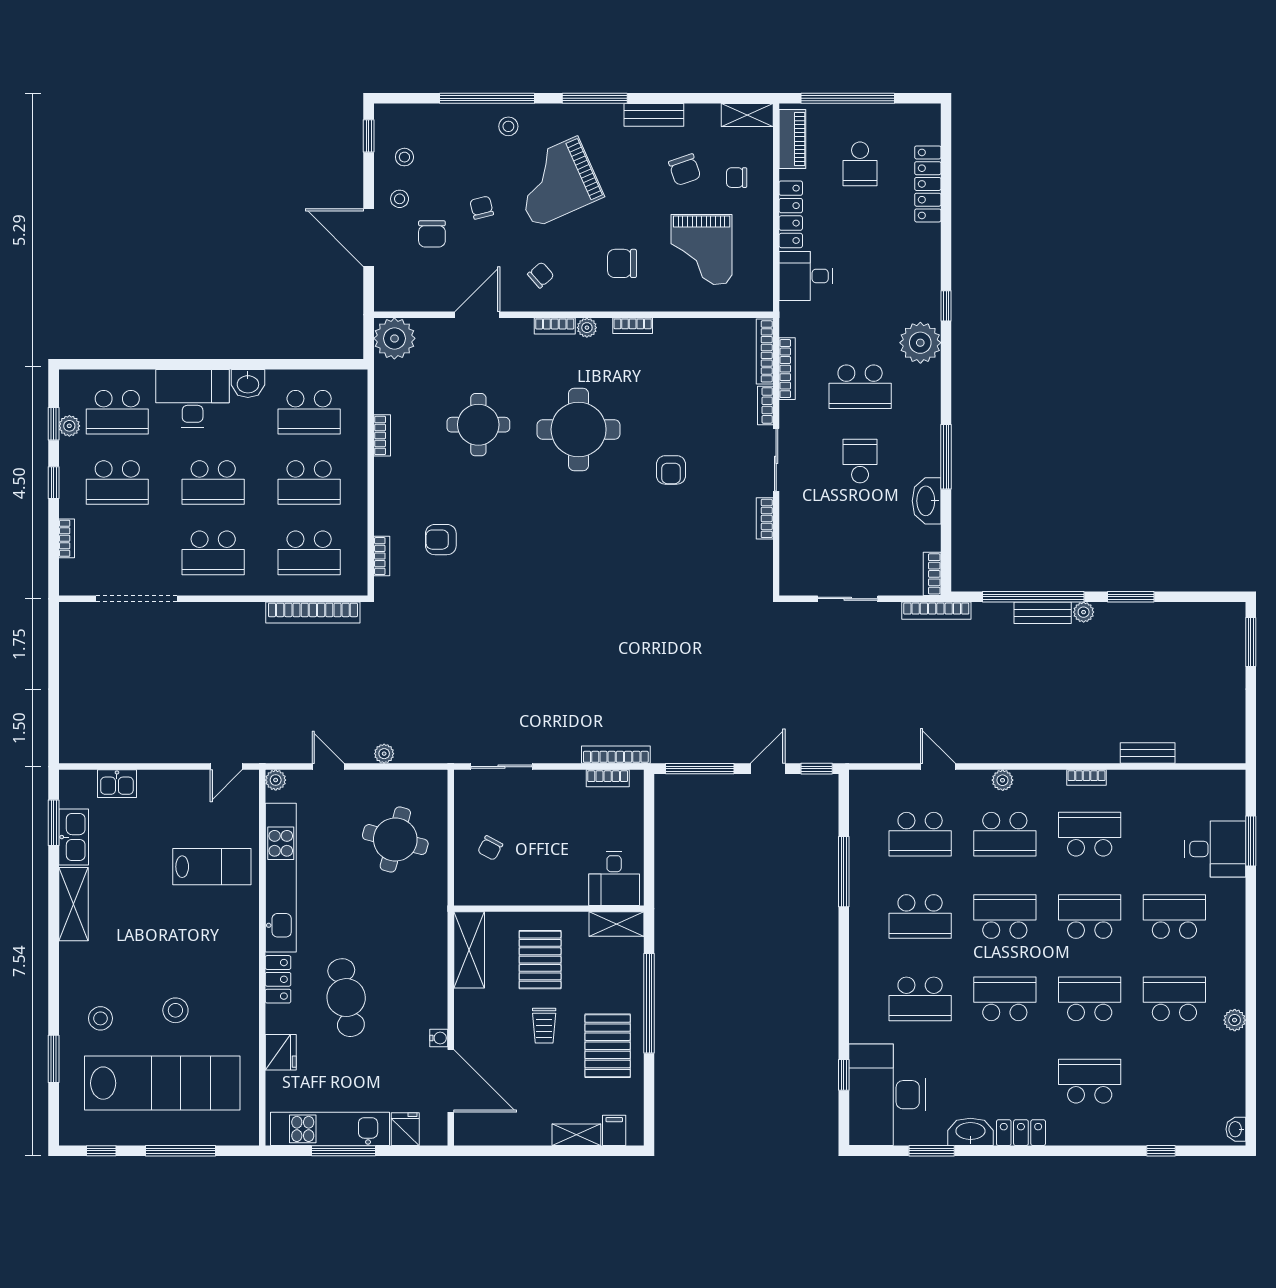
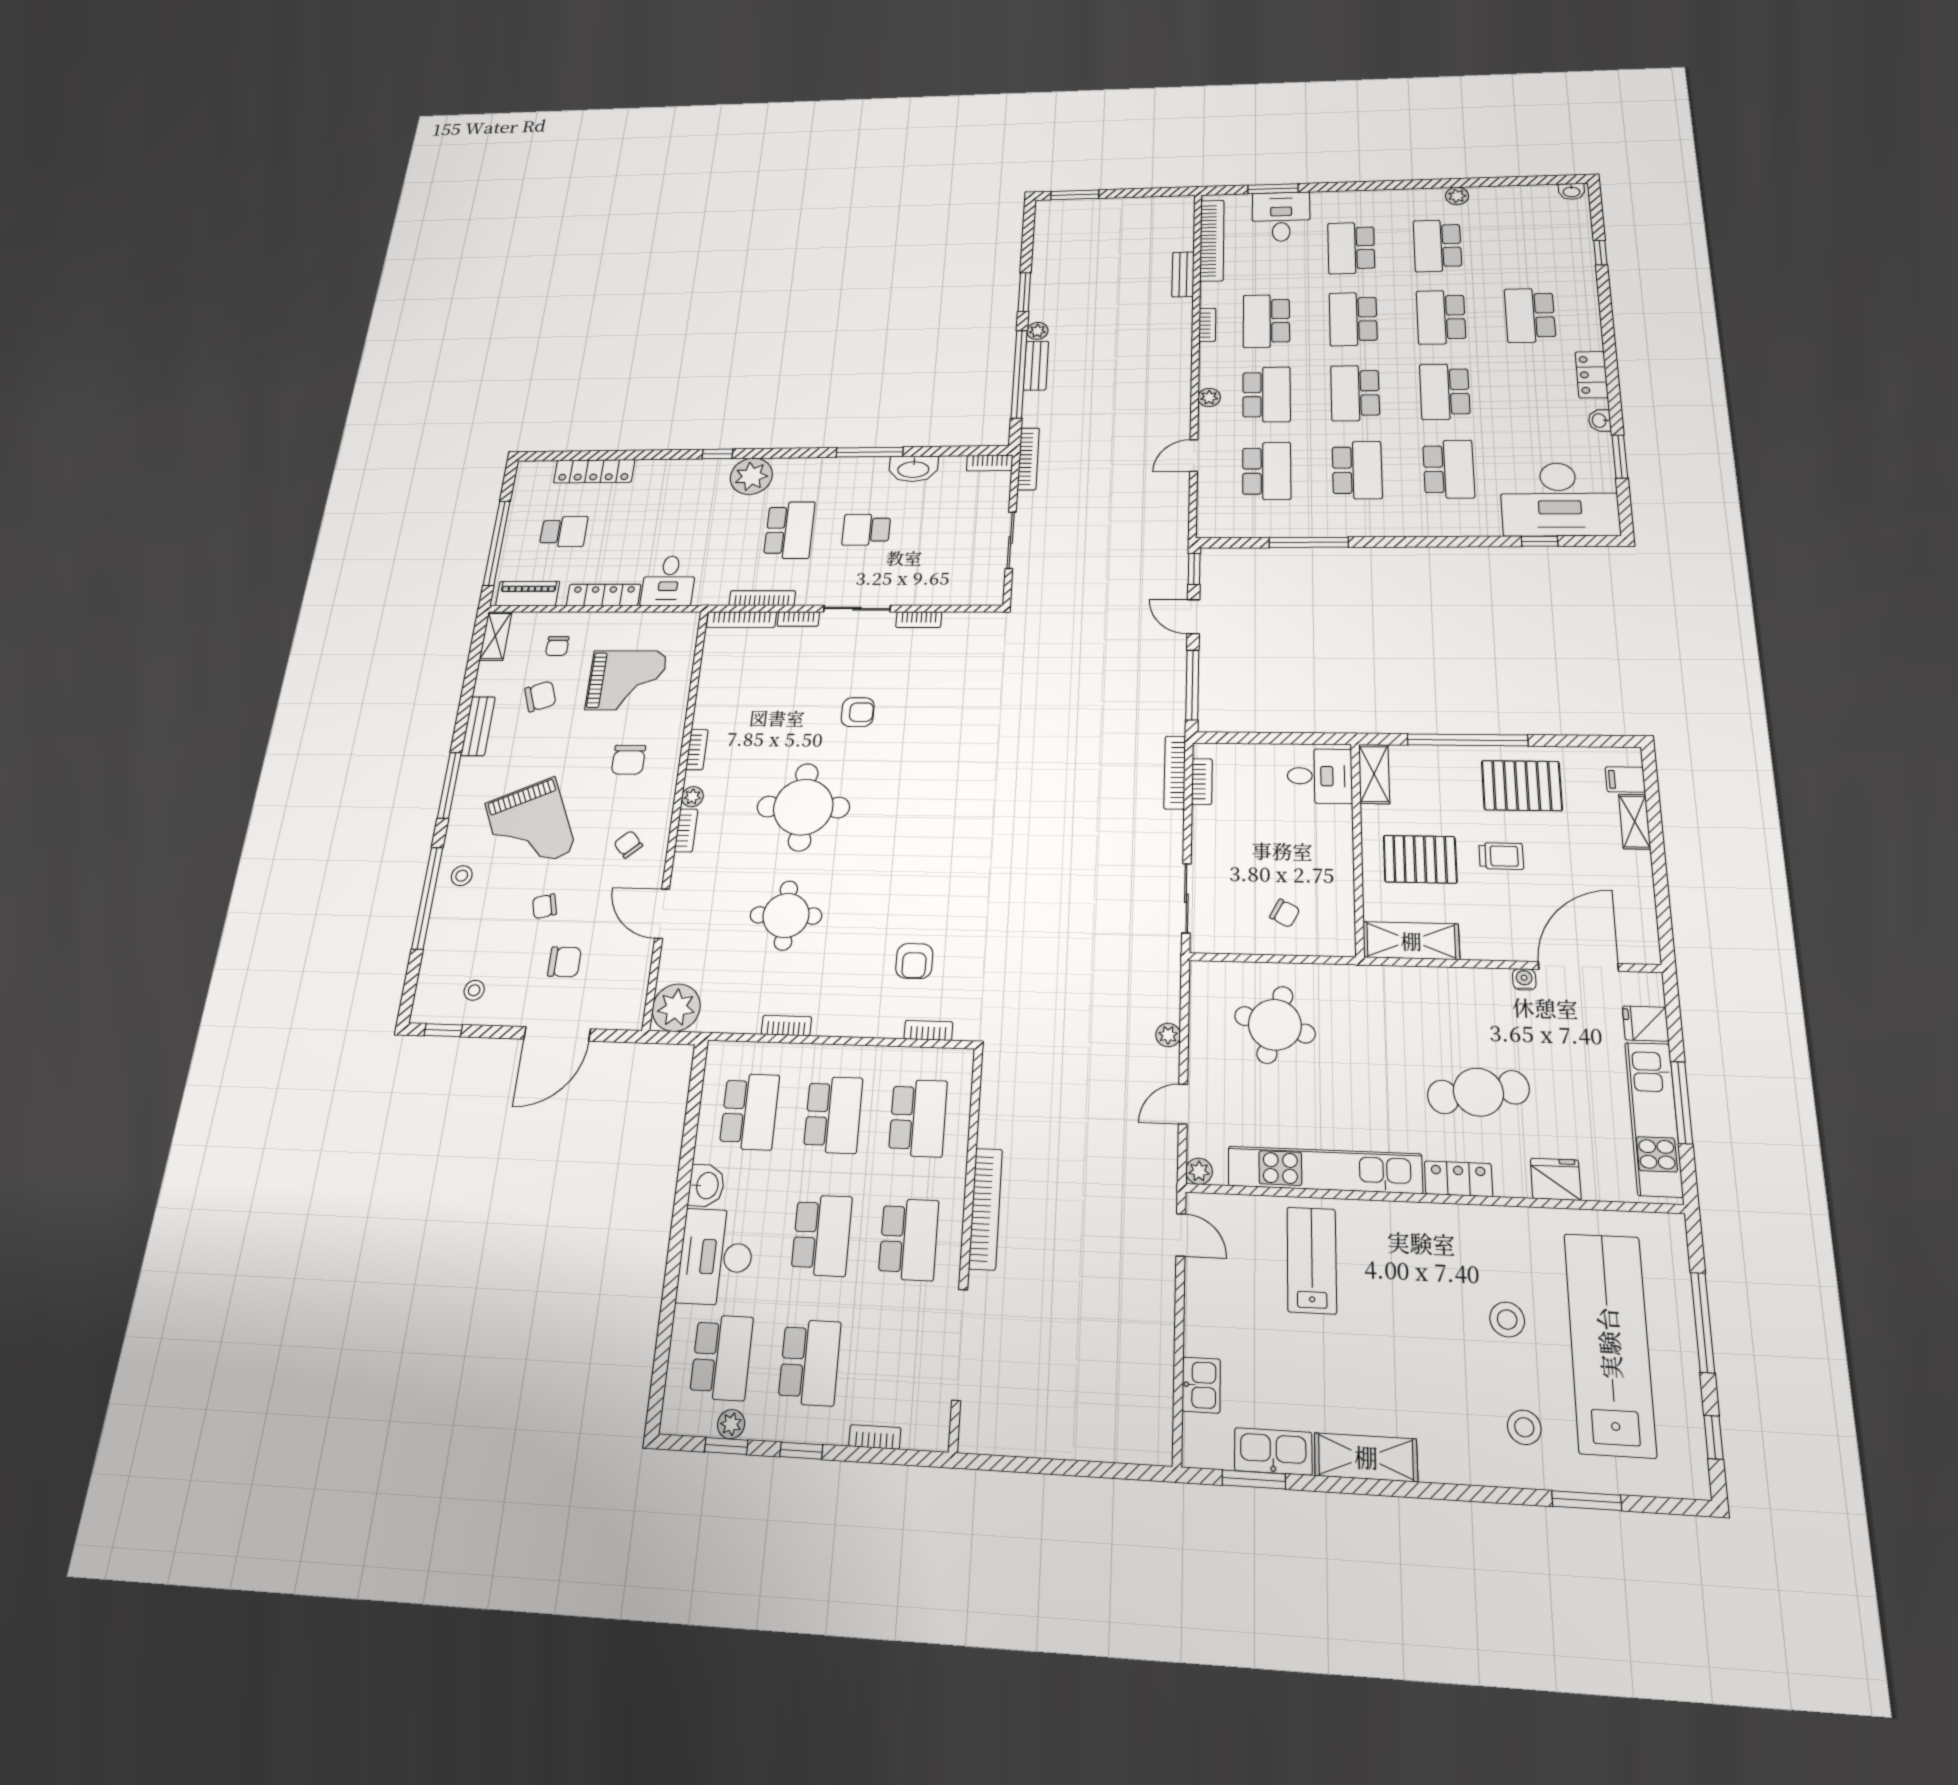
stool: (400, 199) -> (520, 997), removed
bookcase: (313, 612) -> (986, 1209), moved
bookcase: (1188, 781) -> (1212, 240), added
washbasin: (970, 1132) -> (1600, 421), width x0.52, depth x0.69

